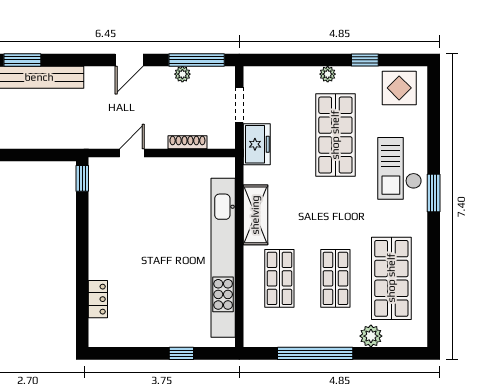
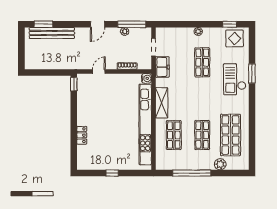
window: (365, 60) -> (230, 24), moved
shop shelf: (335, 135) -> (202, 62), width x0.70, depth x0.74
water cooler: (226, 167) -> (146, 78), added
window: (434, 193) -> (252, 73), moved
locker: (98, 299) -> (82, 135), moved
window: (181, 353) -> (112, 173), moved

